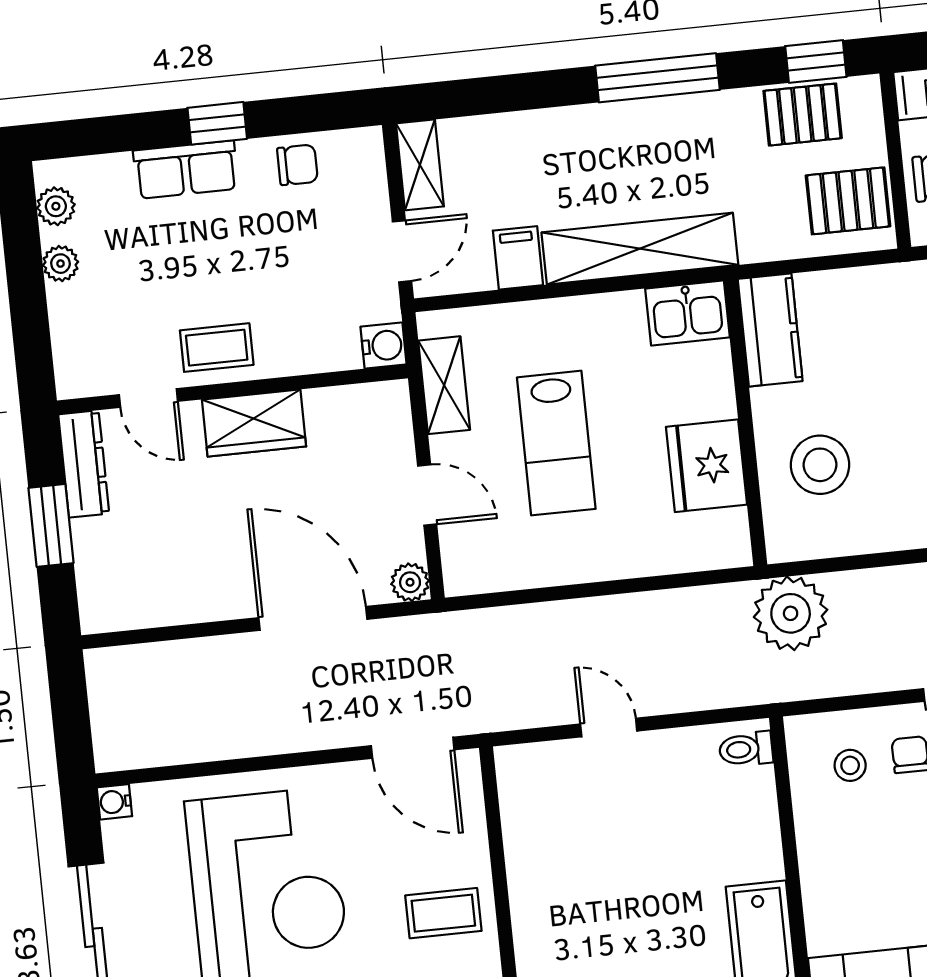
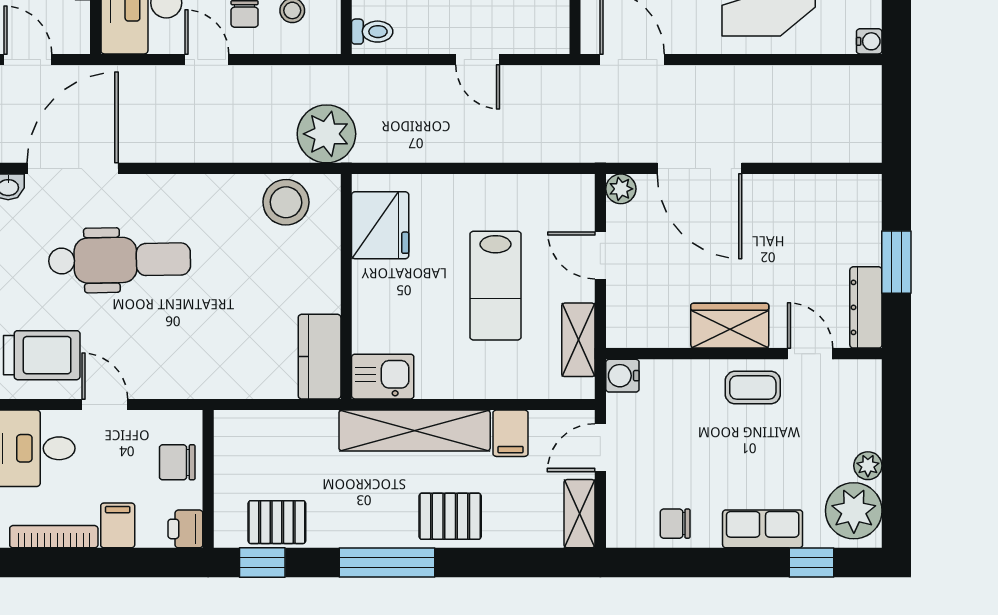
window: (217, 123) -> (812, 562), moved
pallet: (848, 201) -> (450, 516), moved
plant: (56, 206) -> (854, 511), width x1.88, depth x1.88
lab bench: (556, 443) -> (496, 286), turned 180
stool: (820, 465) -> (286, 202), moved
fridge: (707, 466) -> (380, 225), moved

